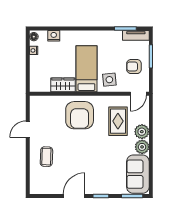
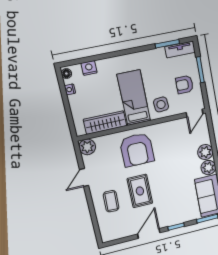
wardrobe: (63, 85) -> (105, 123), width x1.50
plant: (37, 103) -> (87, 147), added
rug: (118, 121) -> (140, 191), moved

